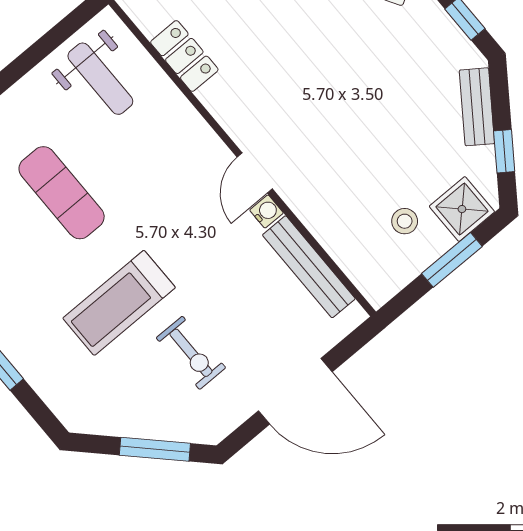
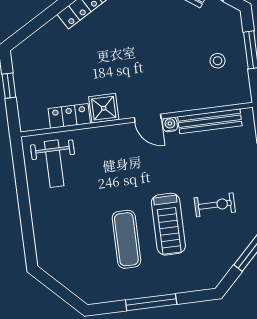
weight bench: (100, 79) -> (54, 164), turned 90
exercise mat: (62, 193) -> (126, 239), moved, turned 90
shower: (462, 209) -> (104, 108), moved

